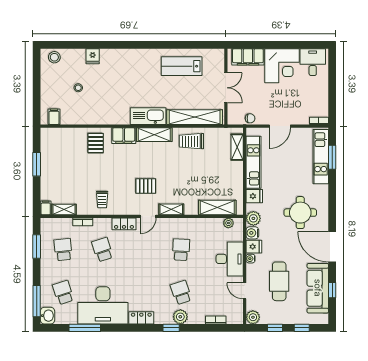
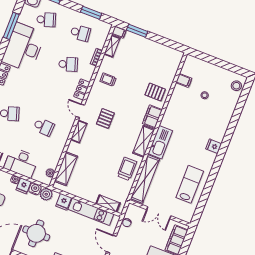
fridge: (93, 56) -> (214, 146), moved
filing cabinet: (54, 117) -> (184, 80), moved
window: (37, 164) -> (137, 31), moved

